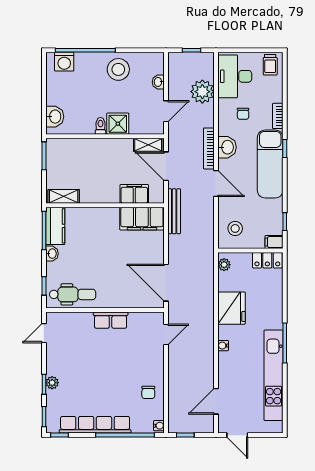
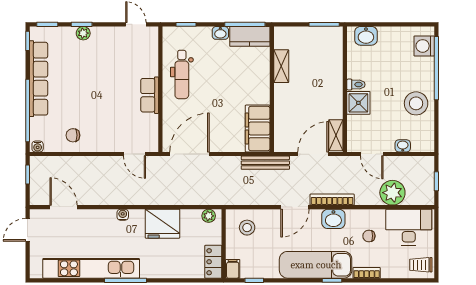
filing cabinet: (134, 194) -> (284, 120), removed
shelving: (64, 196) -> (281, 66), moved
dental chair: (73, 294) -> (182, 74), moved

